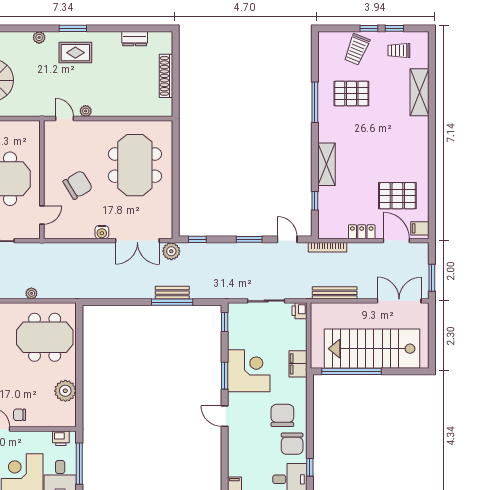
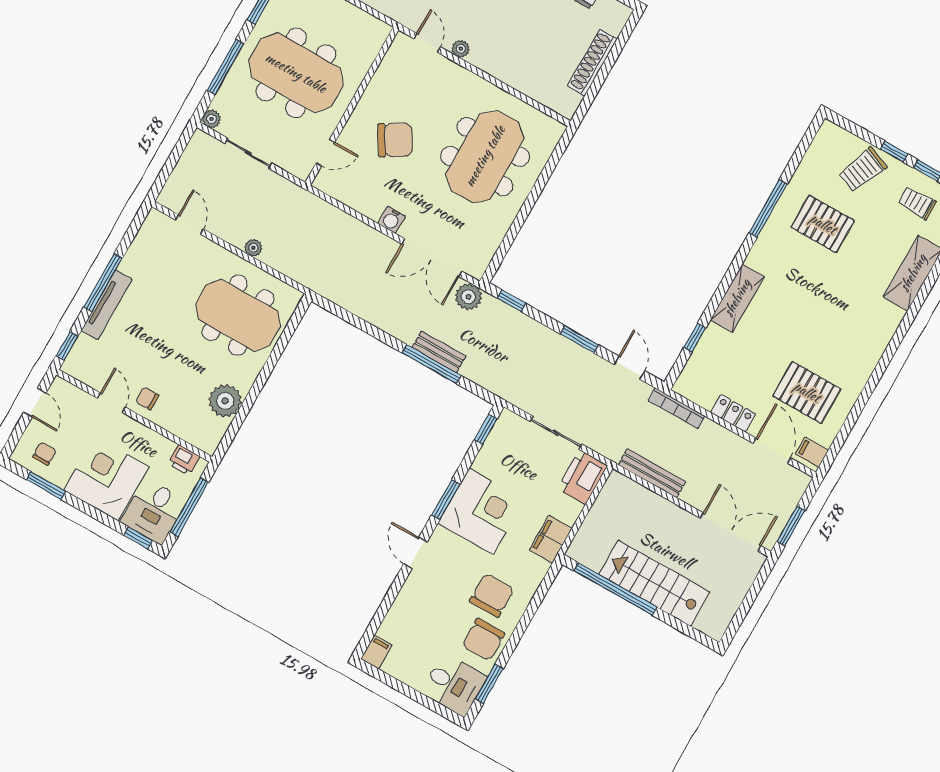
printer: (300, 311) -> (583, 477), width x1.87, depth x1.48
stairs: (372, 349) -> (654, 583), width x0.73, depth x0.66
window: (310, 467) -> (489, 684), width x1.50

